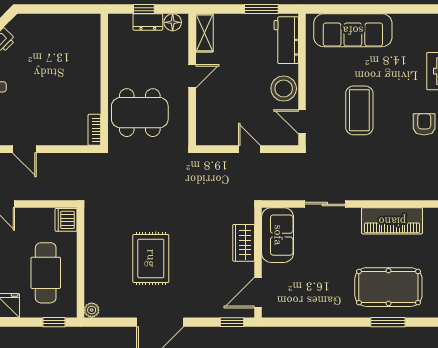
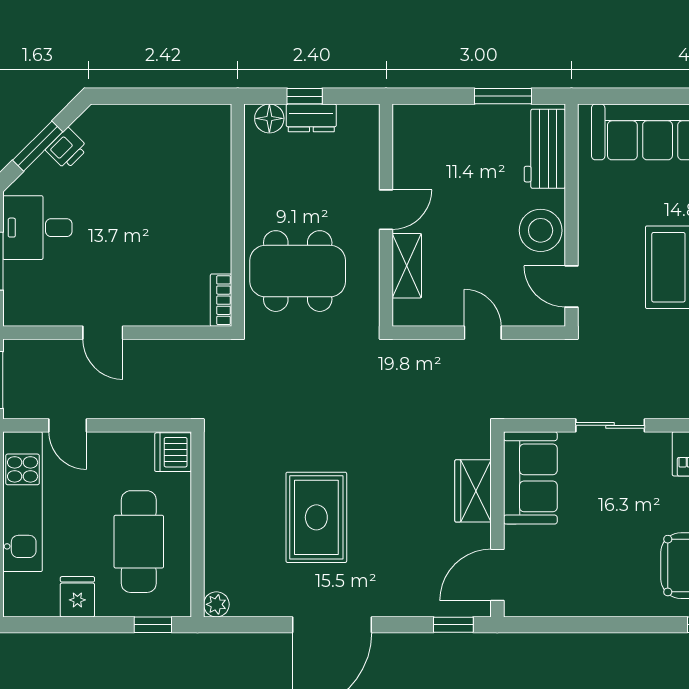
floor lamp: (173, 22) -> (269, 118), moved
shelving: (204, 33) -> (407, 266), moved

